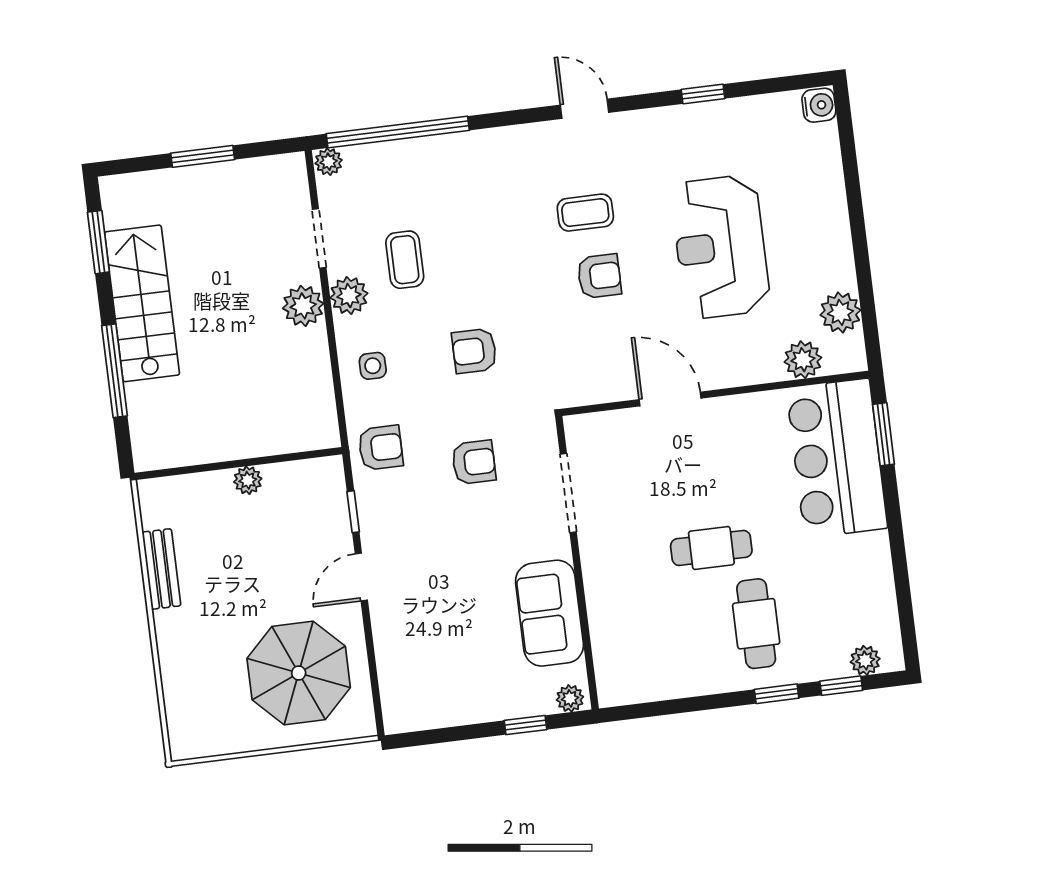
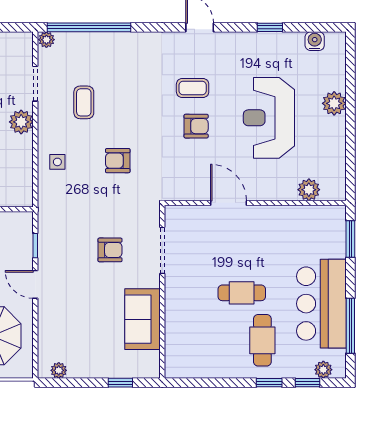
water cooler: (819, 105) -> (315, 41), moved, turned -90
plant: (349, 296) -> (49, 119), removed
plant: (840, 312) -> (334, 103), moved
armchair: (381, 448) -> (56, 210), removed
bar counter: (837, 458) -> (321, 304), moved
armchair: (474, 462) -> (110, 250), moved
door: (361, 577) -> (35, 284), hinge flipped
window: (902, 581) -> (350, 326), added
plant: (570, 698) -> (59, 370), moved

